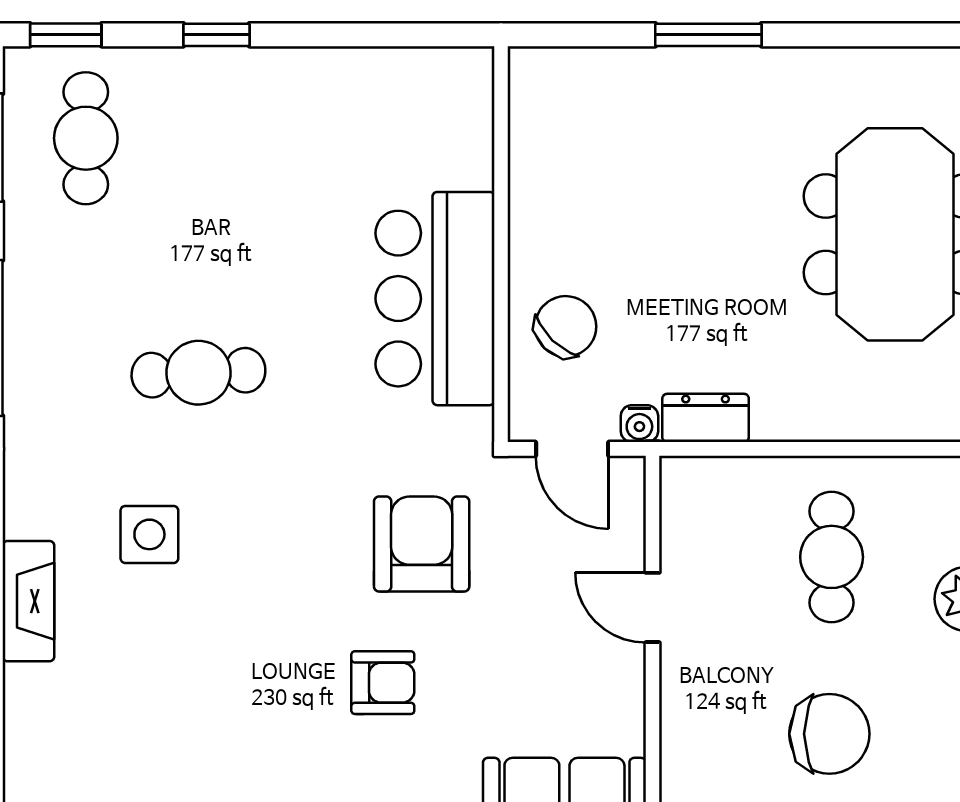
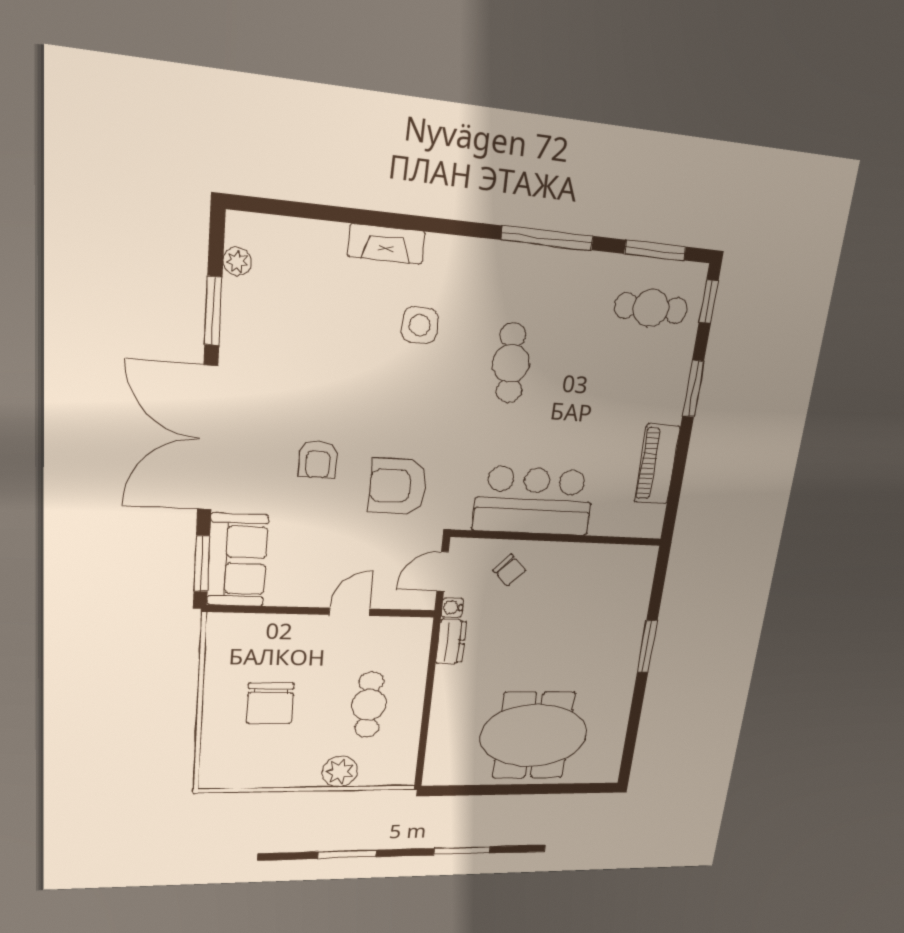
window: (216, 35) -> (693, 389), width x1.50
piano: (356, 78) -> (657, 464), added
chair: (566, 326) -> (509, 570), width x0.73, depth x0.73
armchair: (422, 544) -> (398, 486), turned 180
cafe table: (832, 557) -> (369, 705), turned 90

